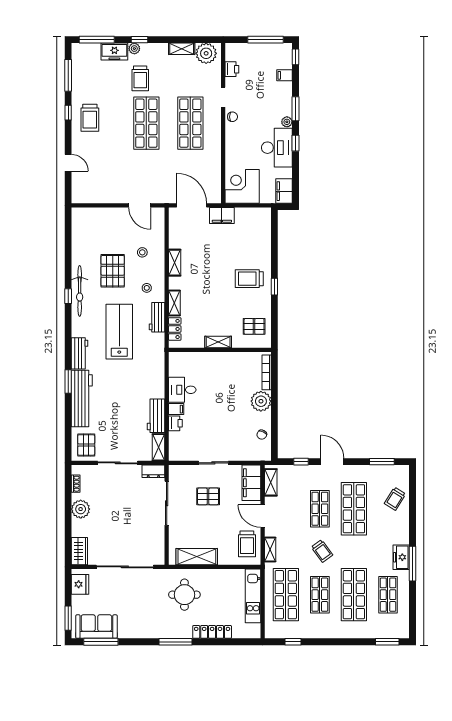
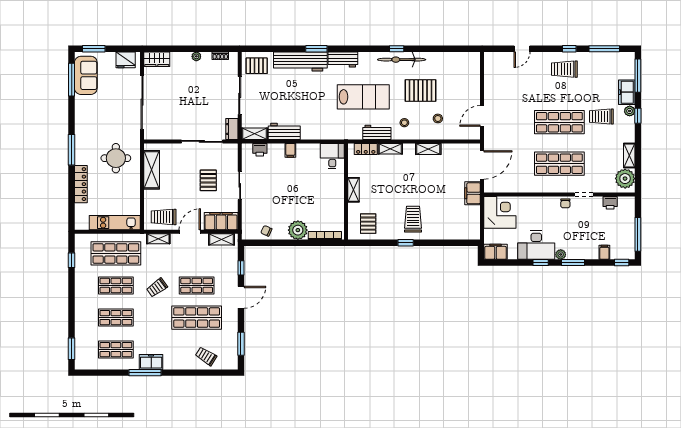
desk: (182, 390) -> (332, 156), moved
printer: (175, 423) -> (260, 150), moved
plant: (81, 509) -> (196, 56), width x0.53, depth x0.53
shop shelf: (354, 595) -> (116, 318), width x0.70, depth x0.74

